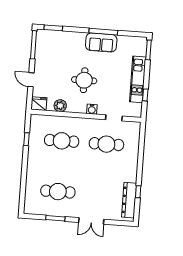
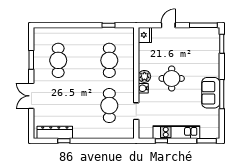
plant: (60, 106) -> (144, 76), moved

